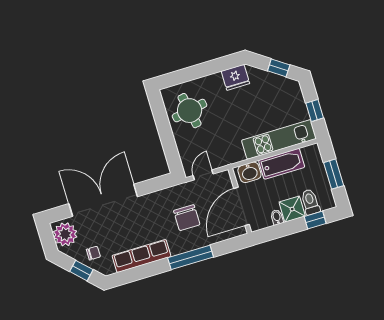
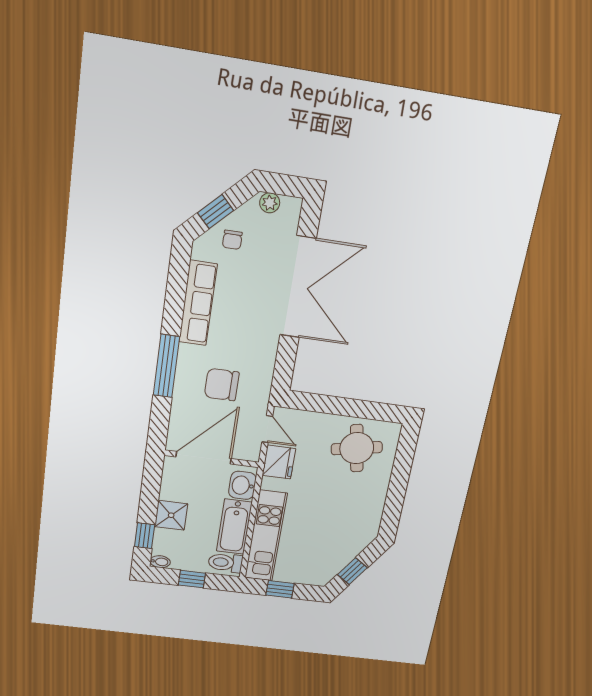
fridge: (235, 77) -> (279, 462), moved, turned 180
window: (334, 174) -> (192, 579), width x0.67
toilet: (310, 202) -> (225, 563), moved, turned 180
door: (242, 206) -> (204, 458), hinge flipped
bidet: (277, 217) -> (160, 562), moved
plant: (65, 234) -> (270, 203), width x0.53, depth x0.53

